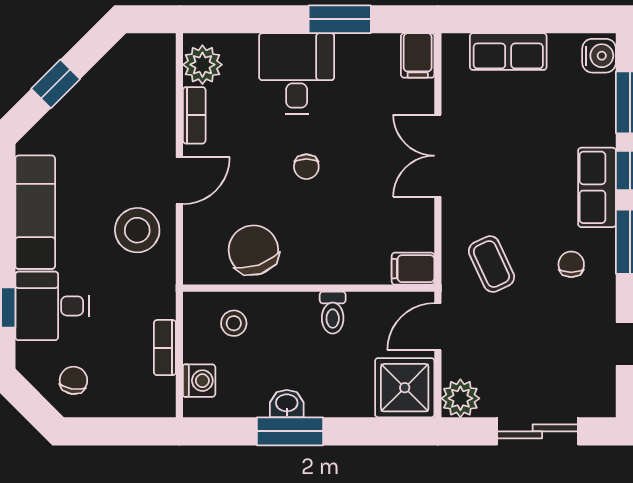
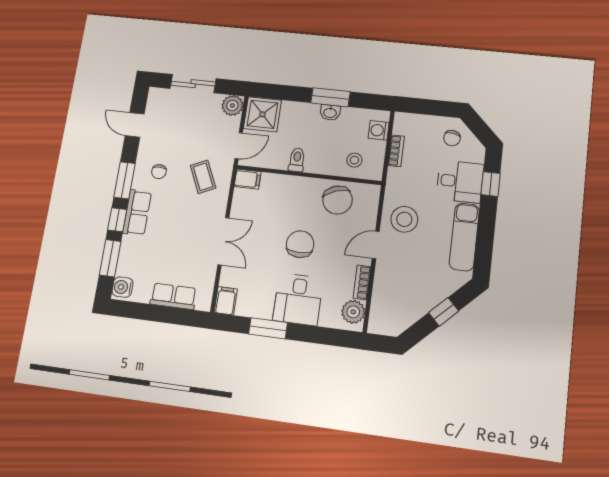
chair: (306, 167) -> (300, 244), width x1.87, depth x1.87

